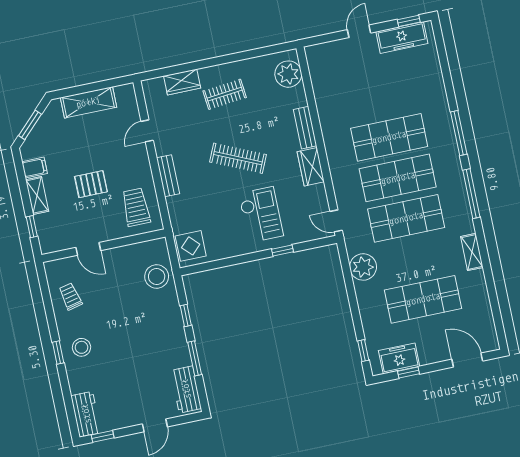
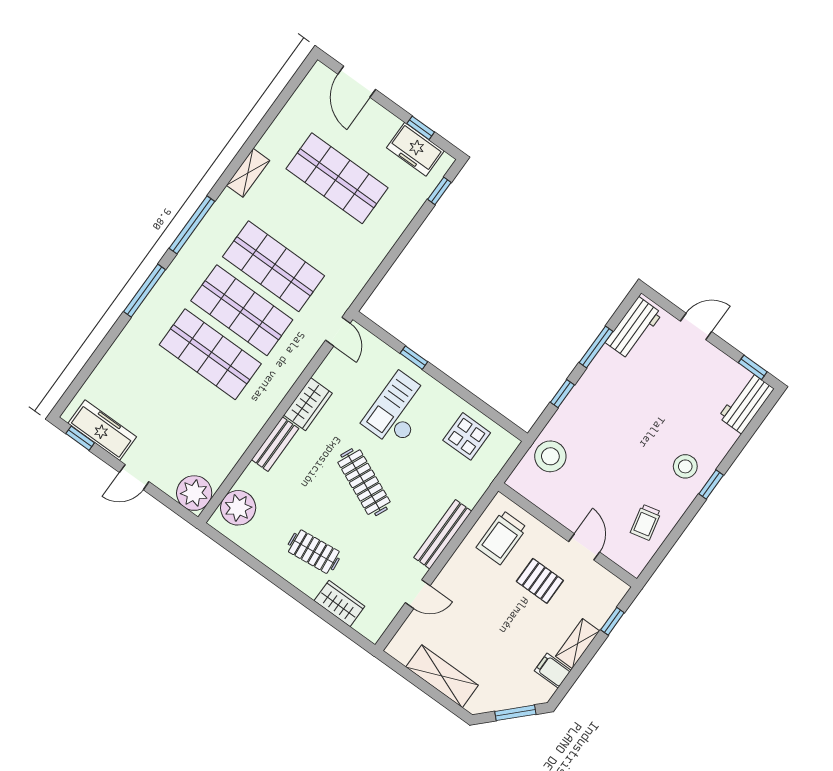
bench: (168, 176) -> (443, 534), width x1.36
pallet: (91, 184) -> (540, 581), moved
display table: (191, 246) -> (467, 436), moved
plant: (363, 267) -> (194, 493), moved

